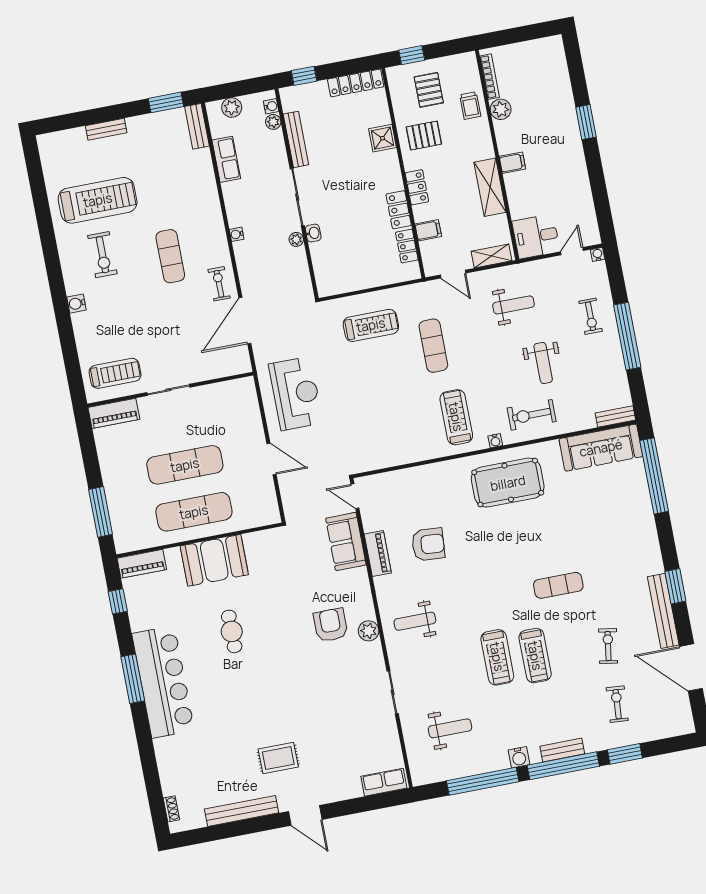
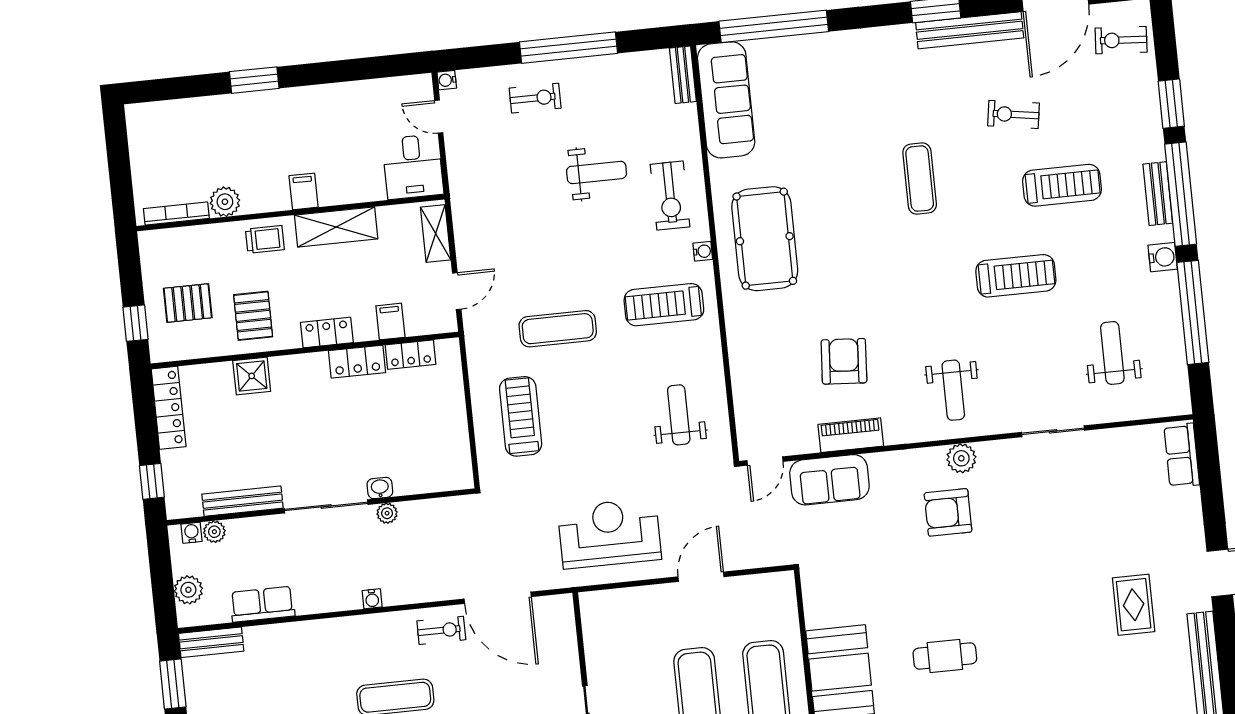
trolley: (470, 106) -> (265, 239), moved
exercise bike: (219, 284) -> (441, 630), turned 180
weight bench: (513, 305) -> (679, 415), moved
treadmill: (535, 656) -> (1062, 185), moved
exercise bike: (617, 704) -> (1121, 40), moved

